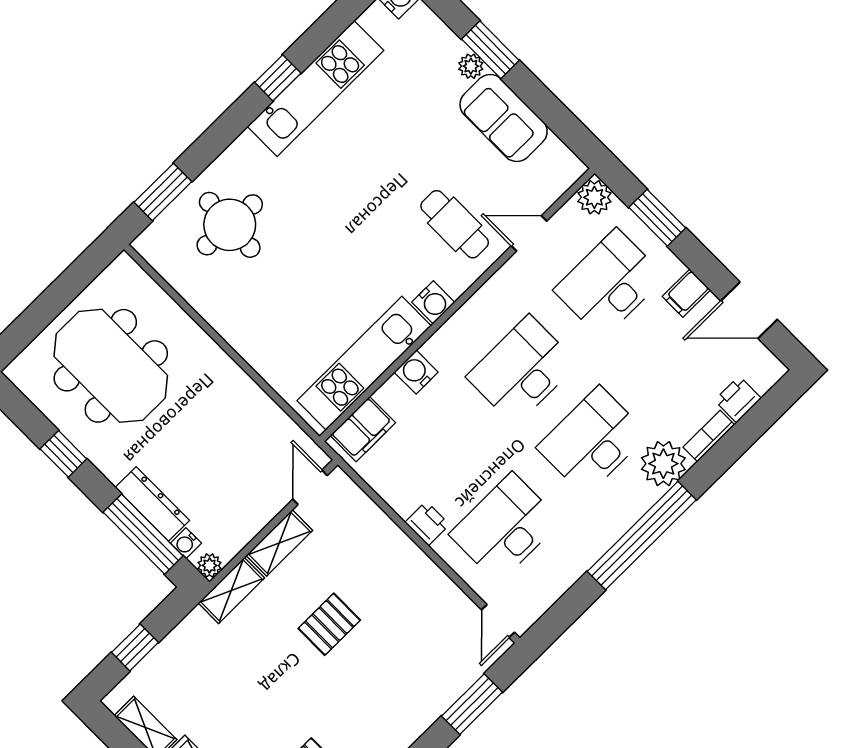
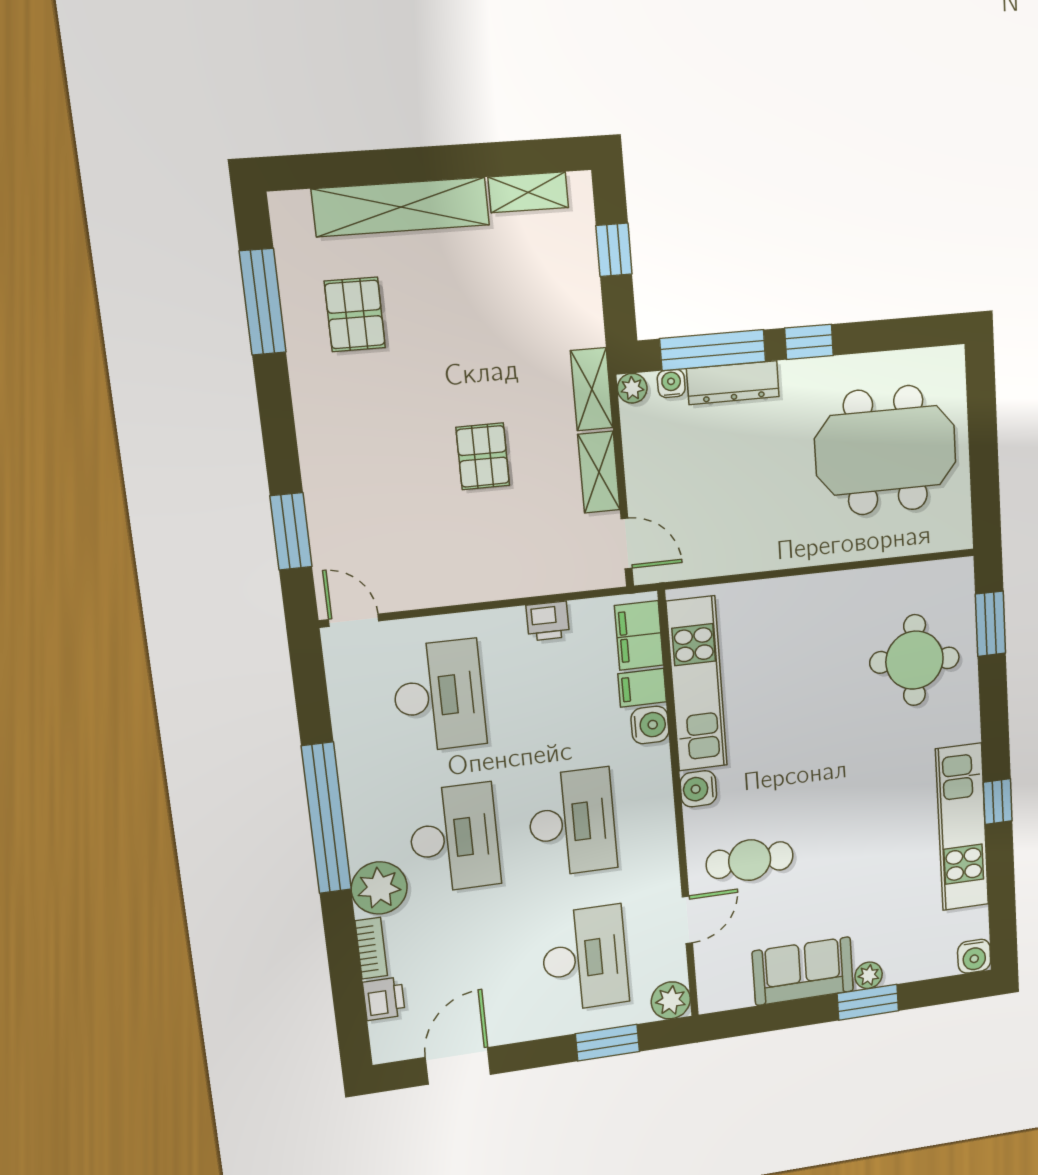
filing cabinet: (686, 293) -> (642, 688), moved, turned -90
window: (63, 454) -> (809, 342), moved
printer: (427, 524) -> (548, 621), moved

